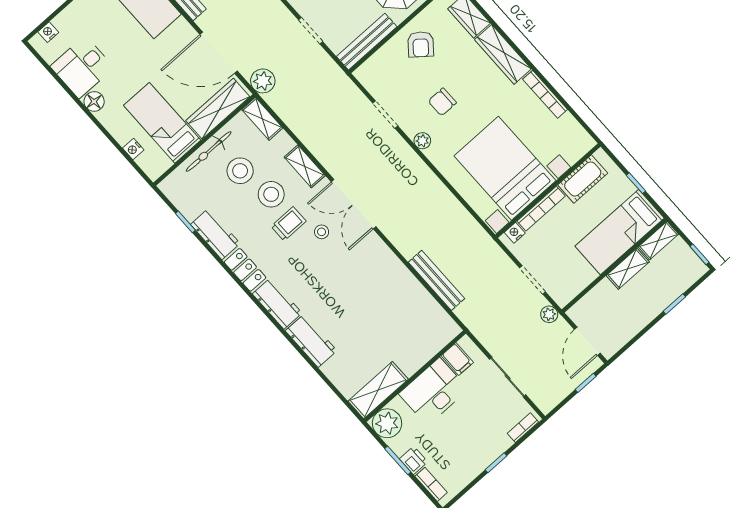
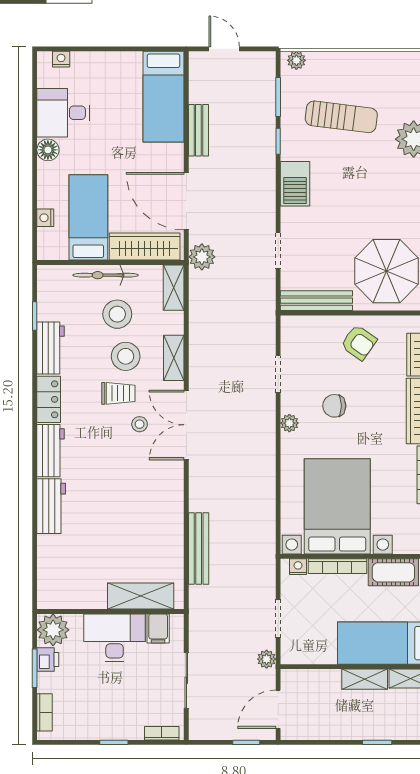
armchair: (421, 44) -> (359, 343), turned -94
shelving: (378, 390) -> (141, 596), moved
printer: (414, 460) -> (48, 660), moved

